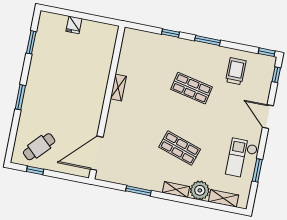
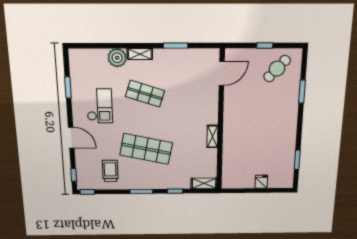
trolley: (236, 71) -> (110, 171), turned 180
shop shelf: (192, 88) -> (146, 149), width x1.43, depth x1.36
window: (20, 97) -> (302, 92), moved
door: (97, 153) -> (222, 73), width x0.73
checkout: (242, 158) -> (99, 106), moved
window: (35, 170) -> (265, 45), moved
shelving: (224, 198) -> (204, 183), moved

